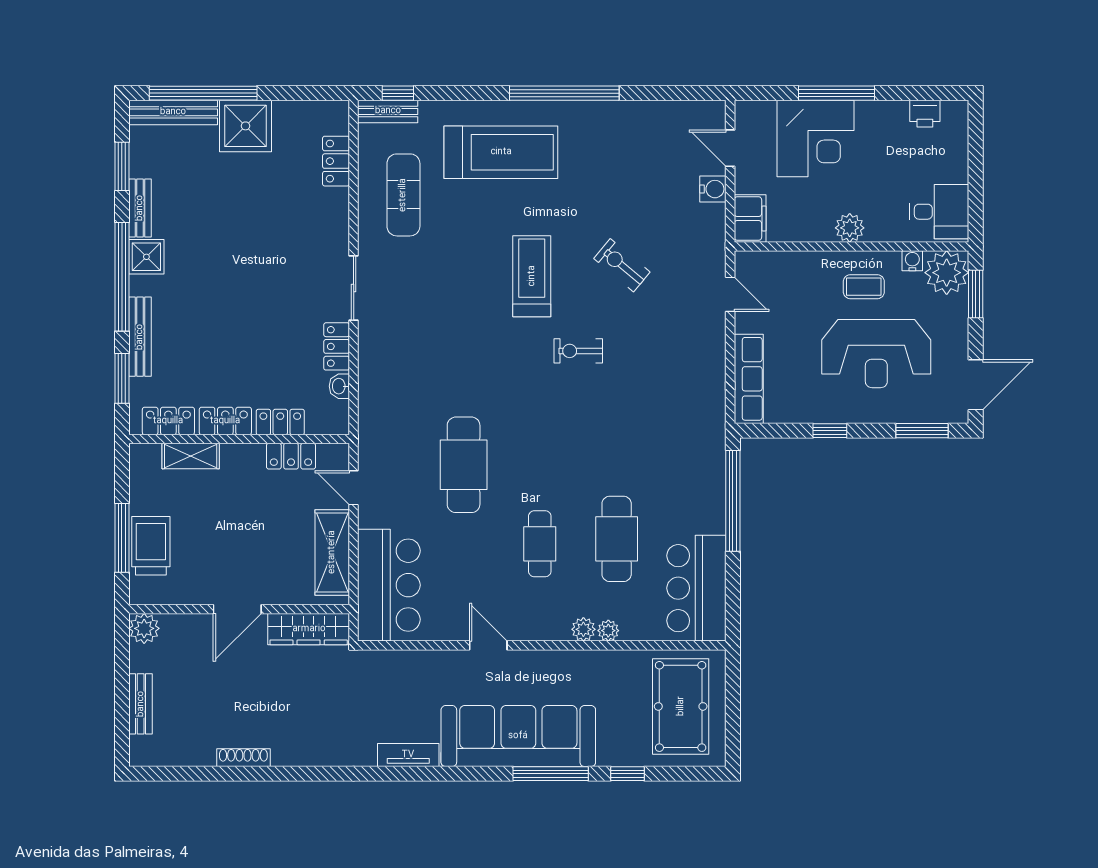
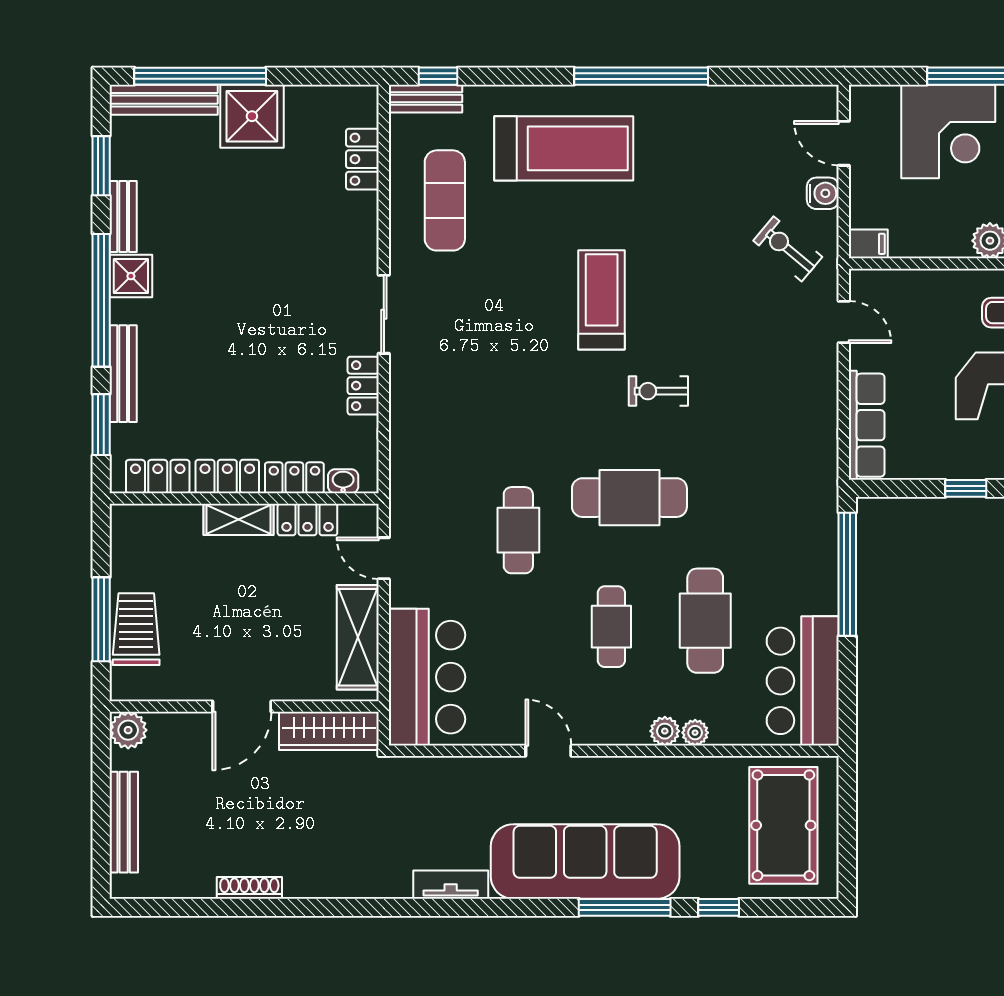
filing cabinet: (750, 219) -> (868, 244), width x0.50
exercise bike: (622, 265) -> (788, 249), moved
washbasin: (339, 386) -> (343, 481), moved, turned 90
cafe table: (555, 438) -> (629, 498), added
shelving: (191, 456) -> (238, 519), moved
cafe table: (464, 465) -> (518, 530), width x0.73, depth x0.74
bench: (141, 704) -> (124, 822), width x1.36

